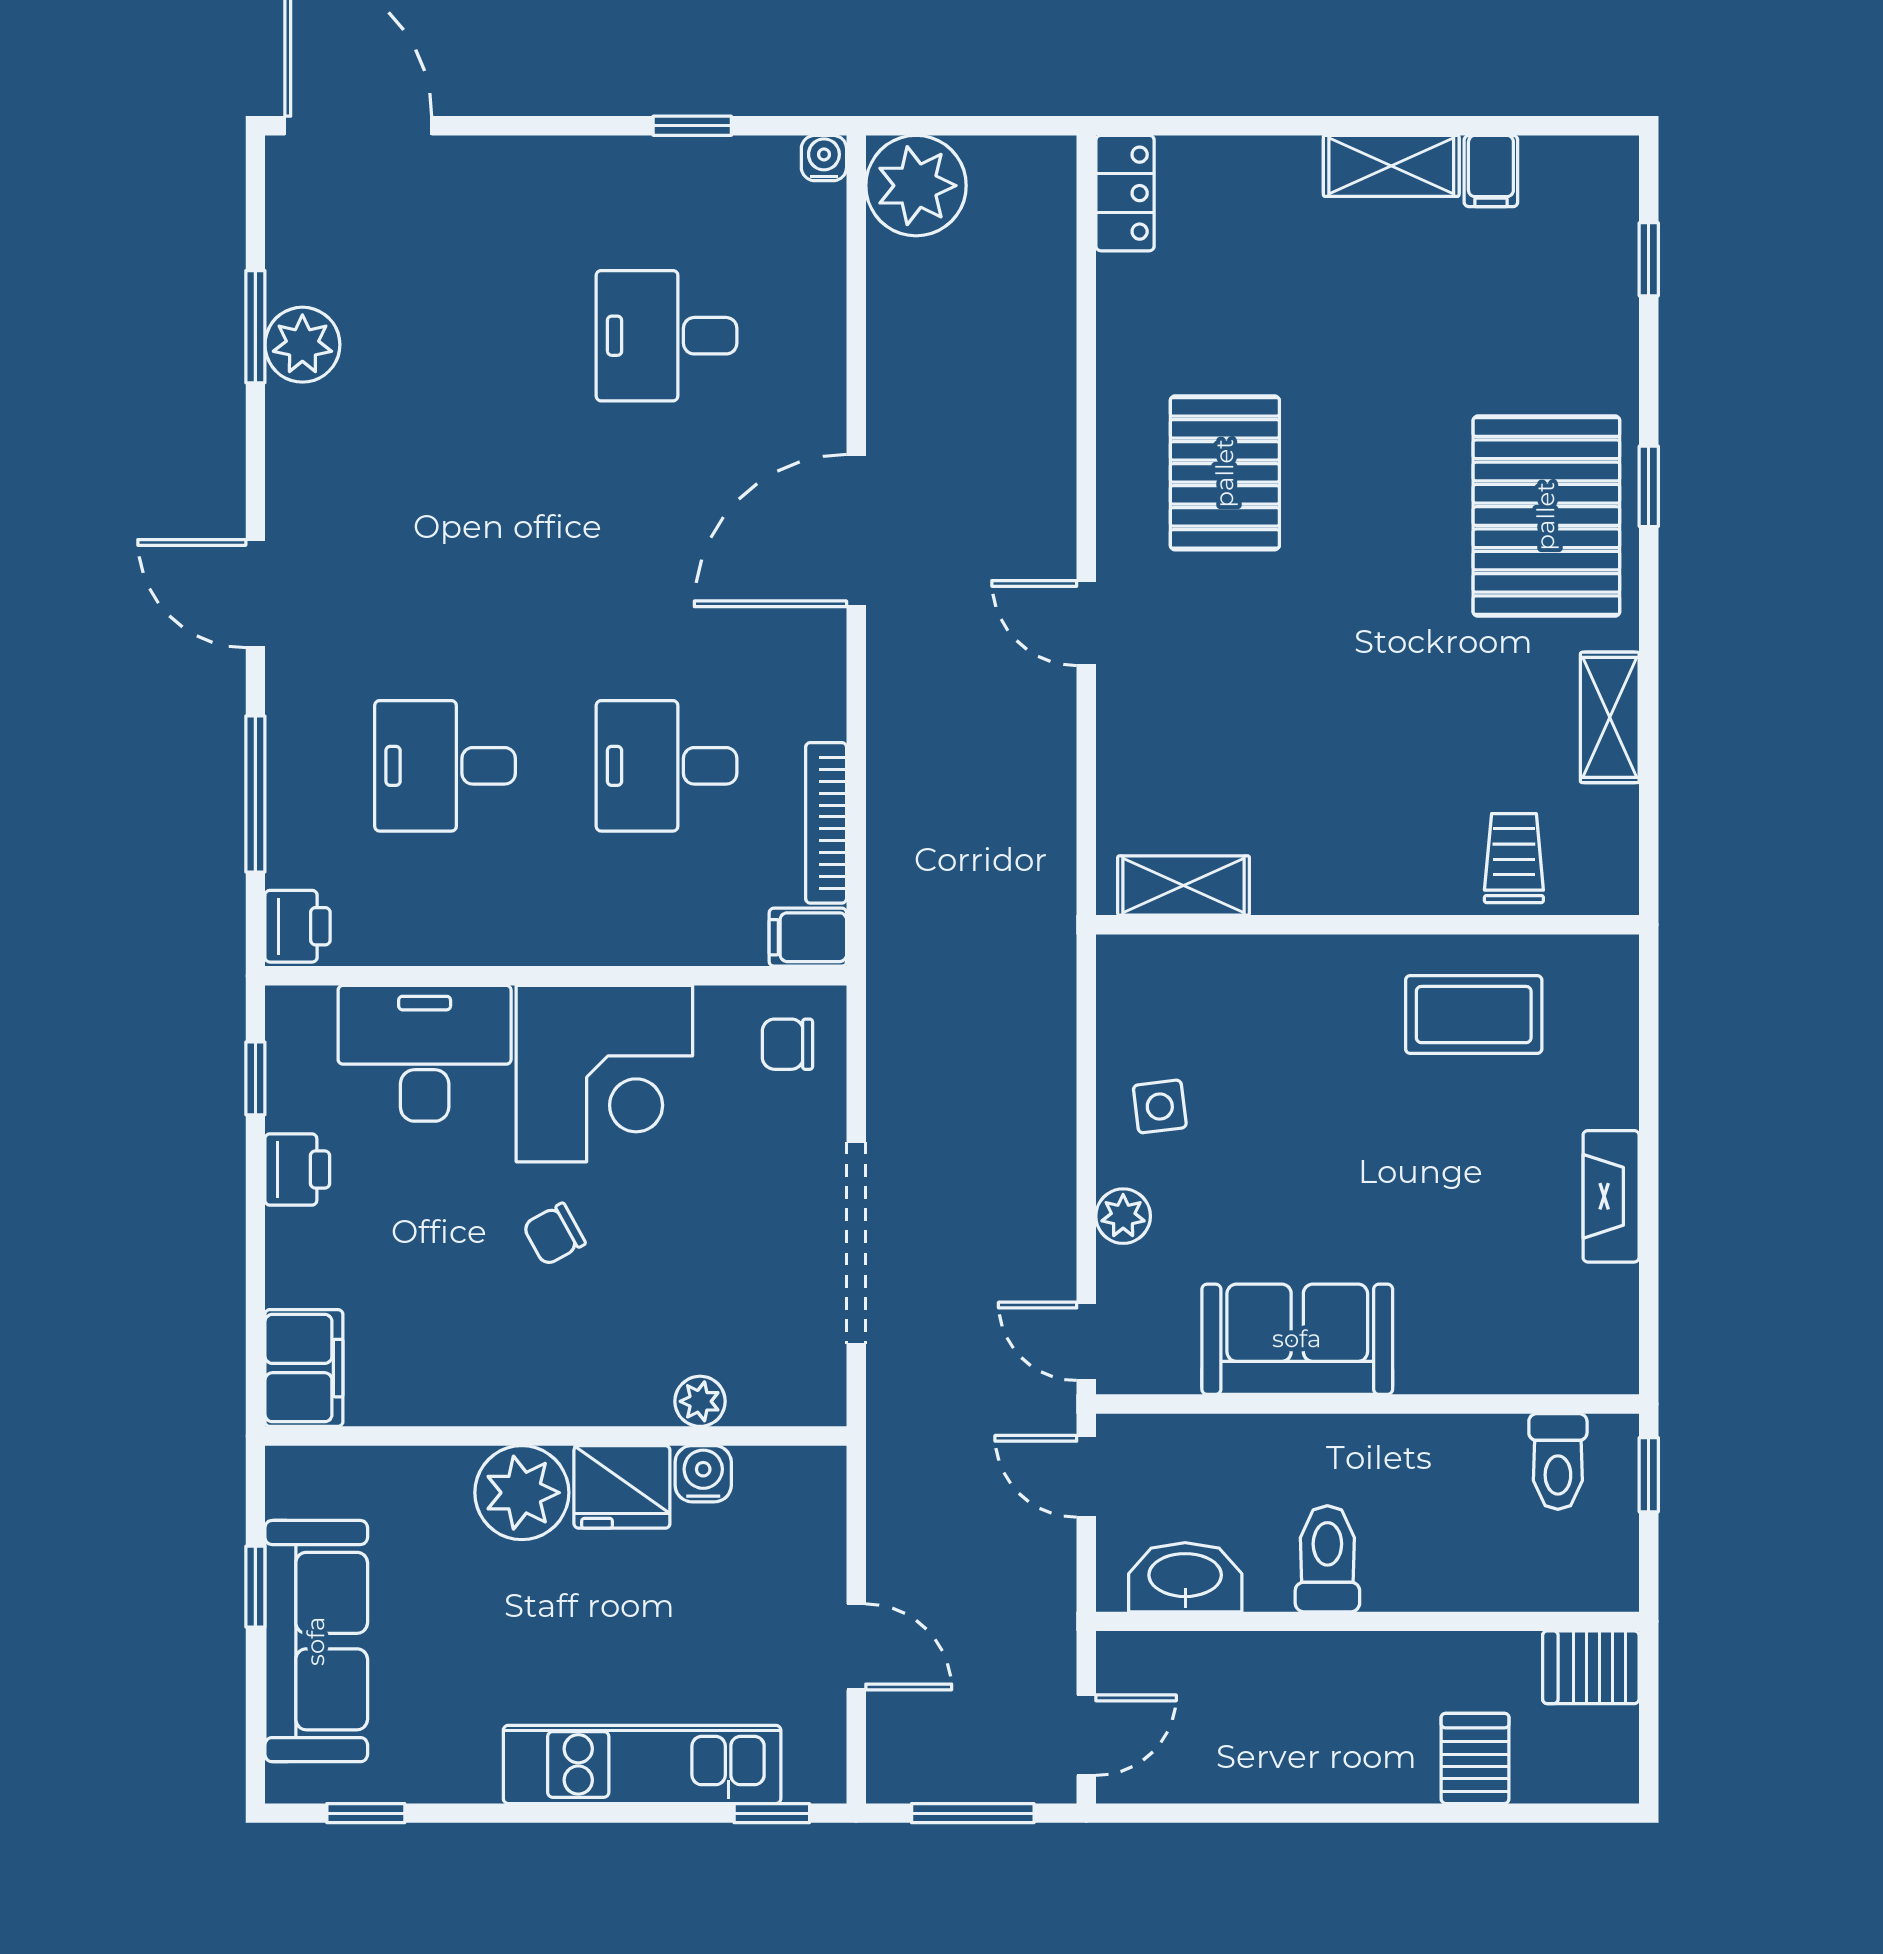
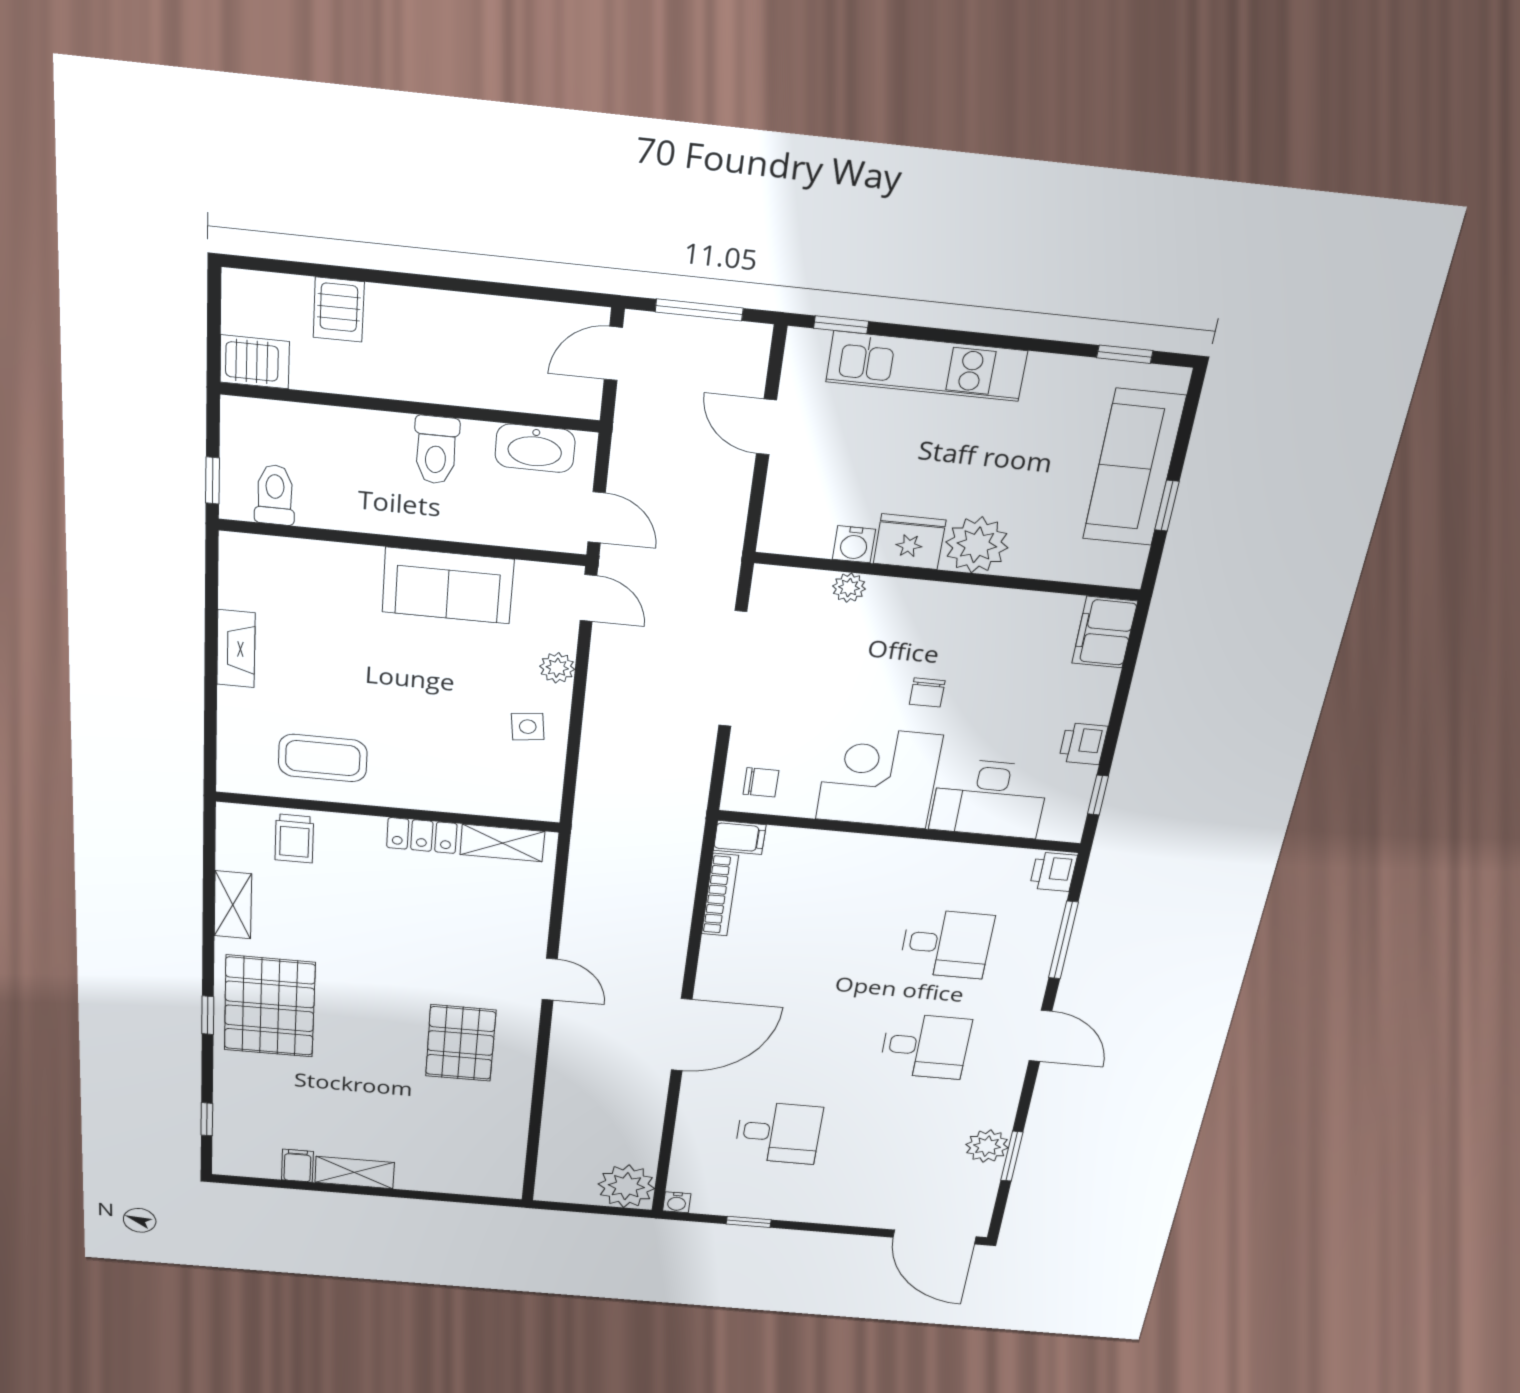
locker: (1125, 193) -> (422, 836), moved, turned -90
desk: (667, 766) -> (925, 1046), moved
chair: (554, 1234) -> (927, 692), turned 119

